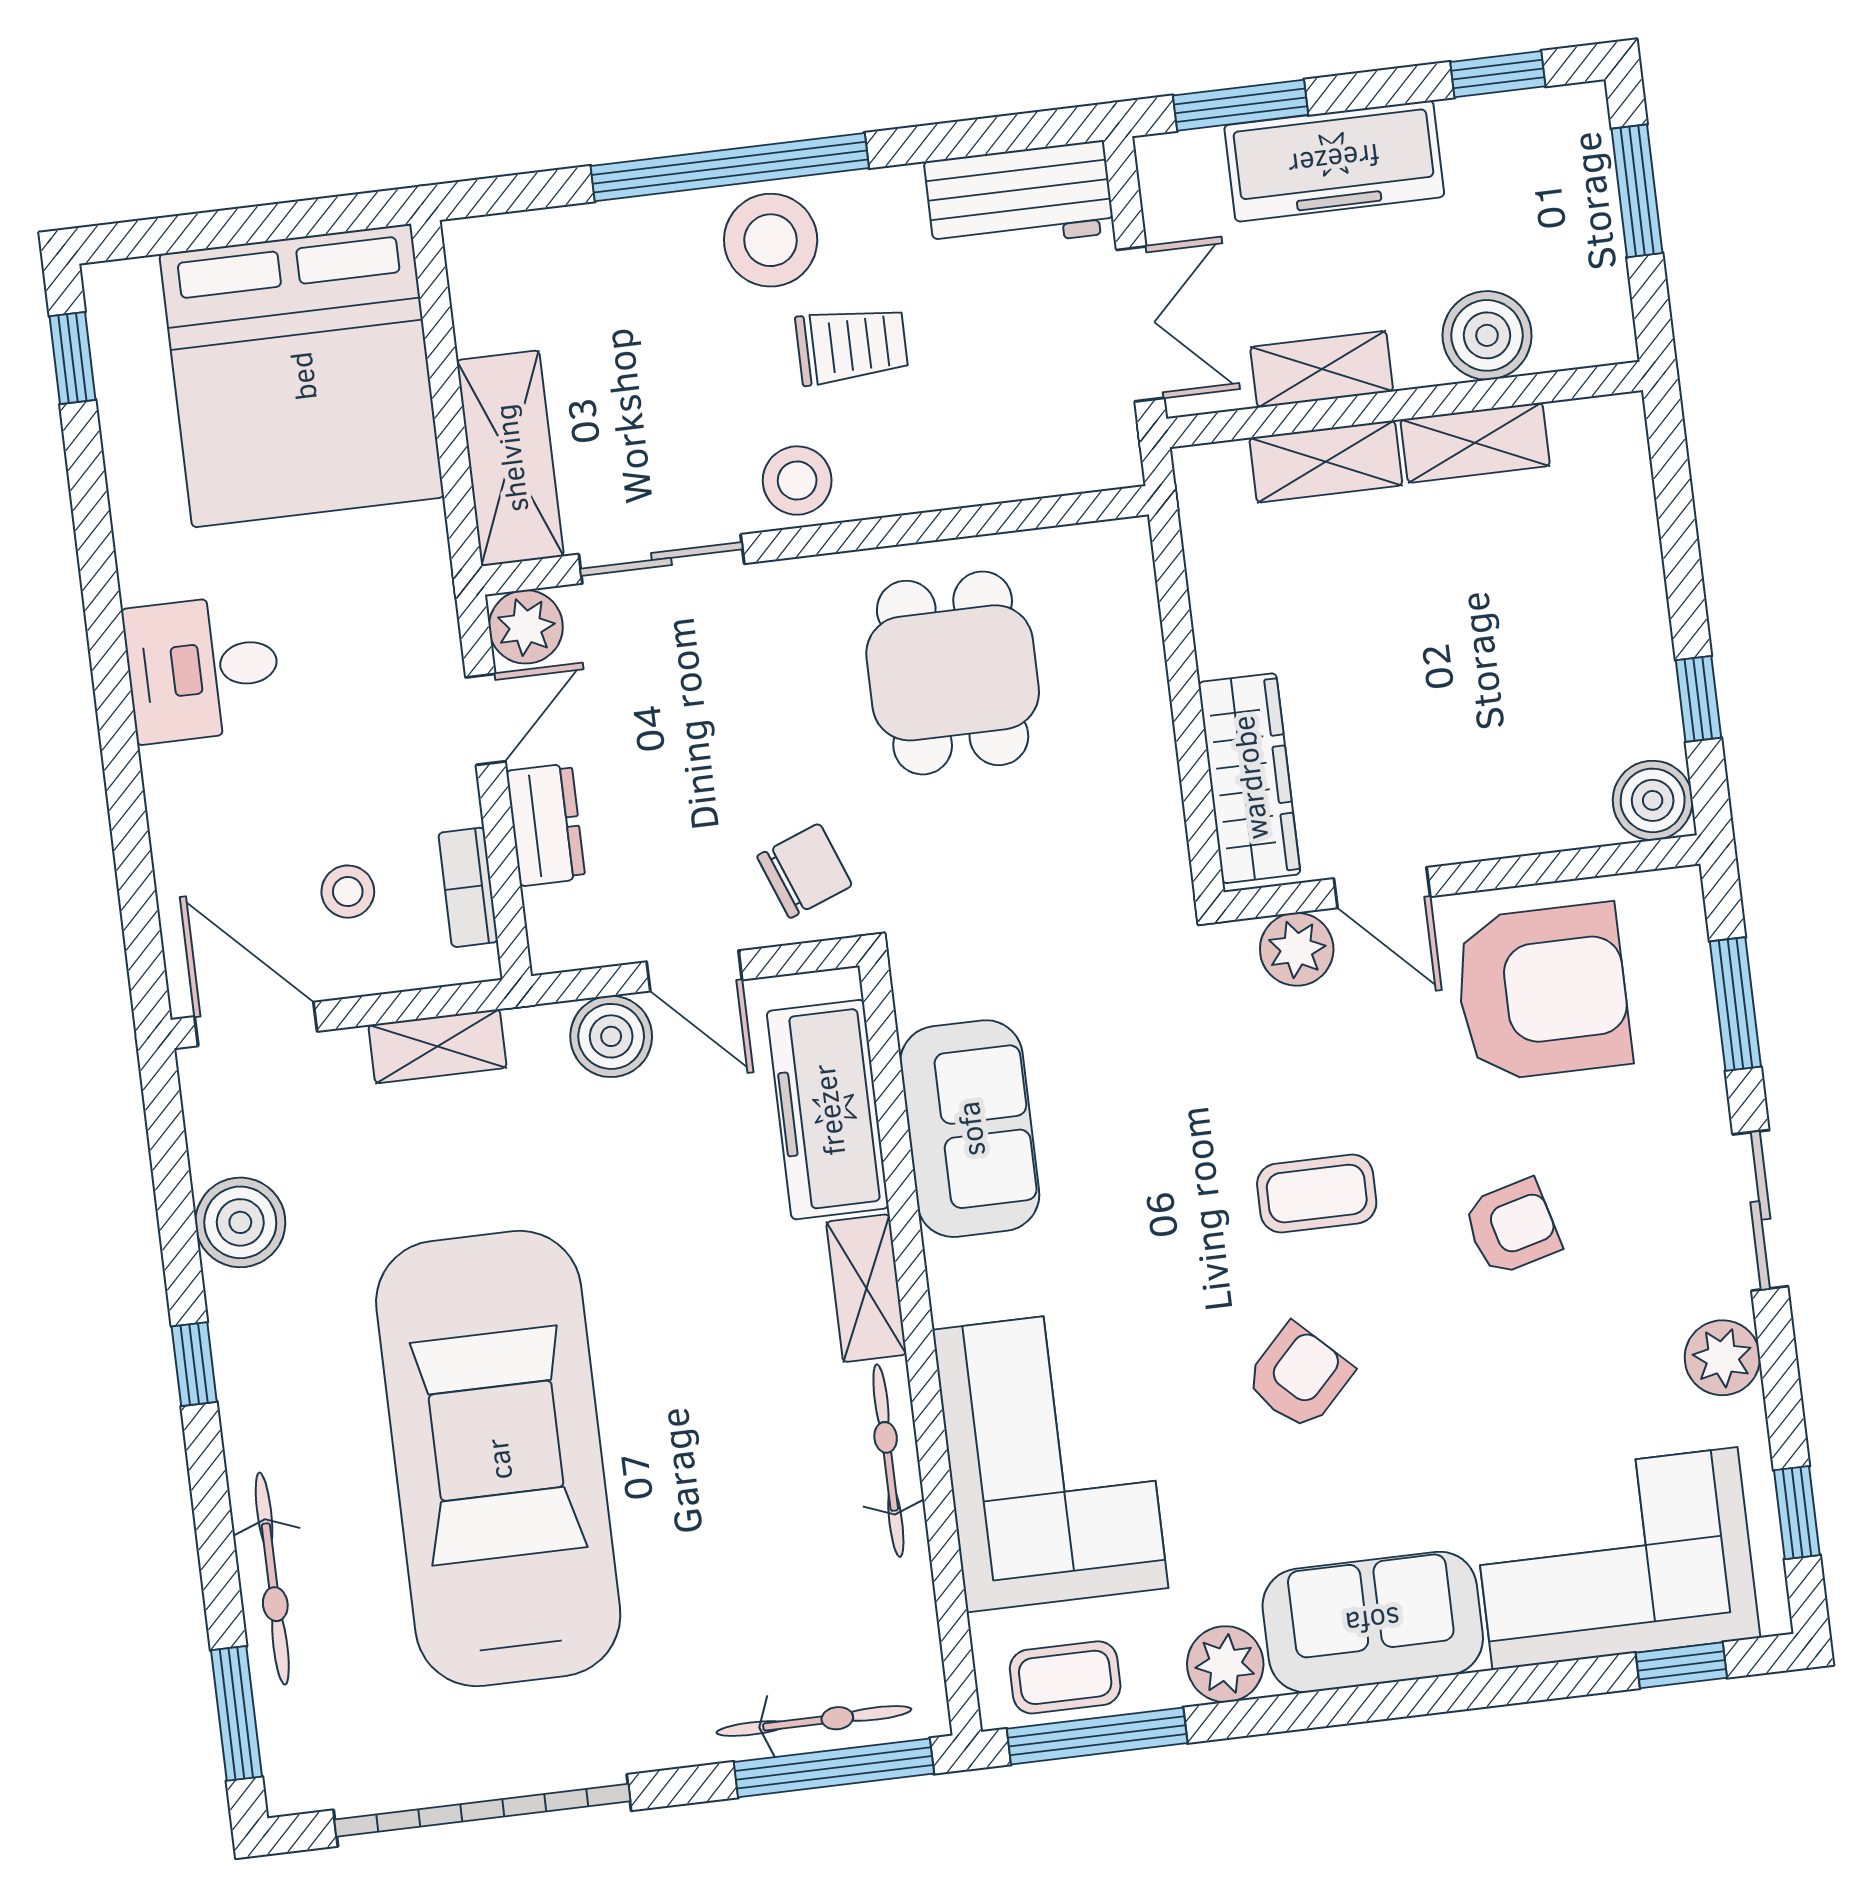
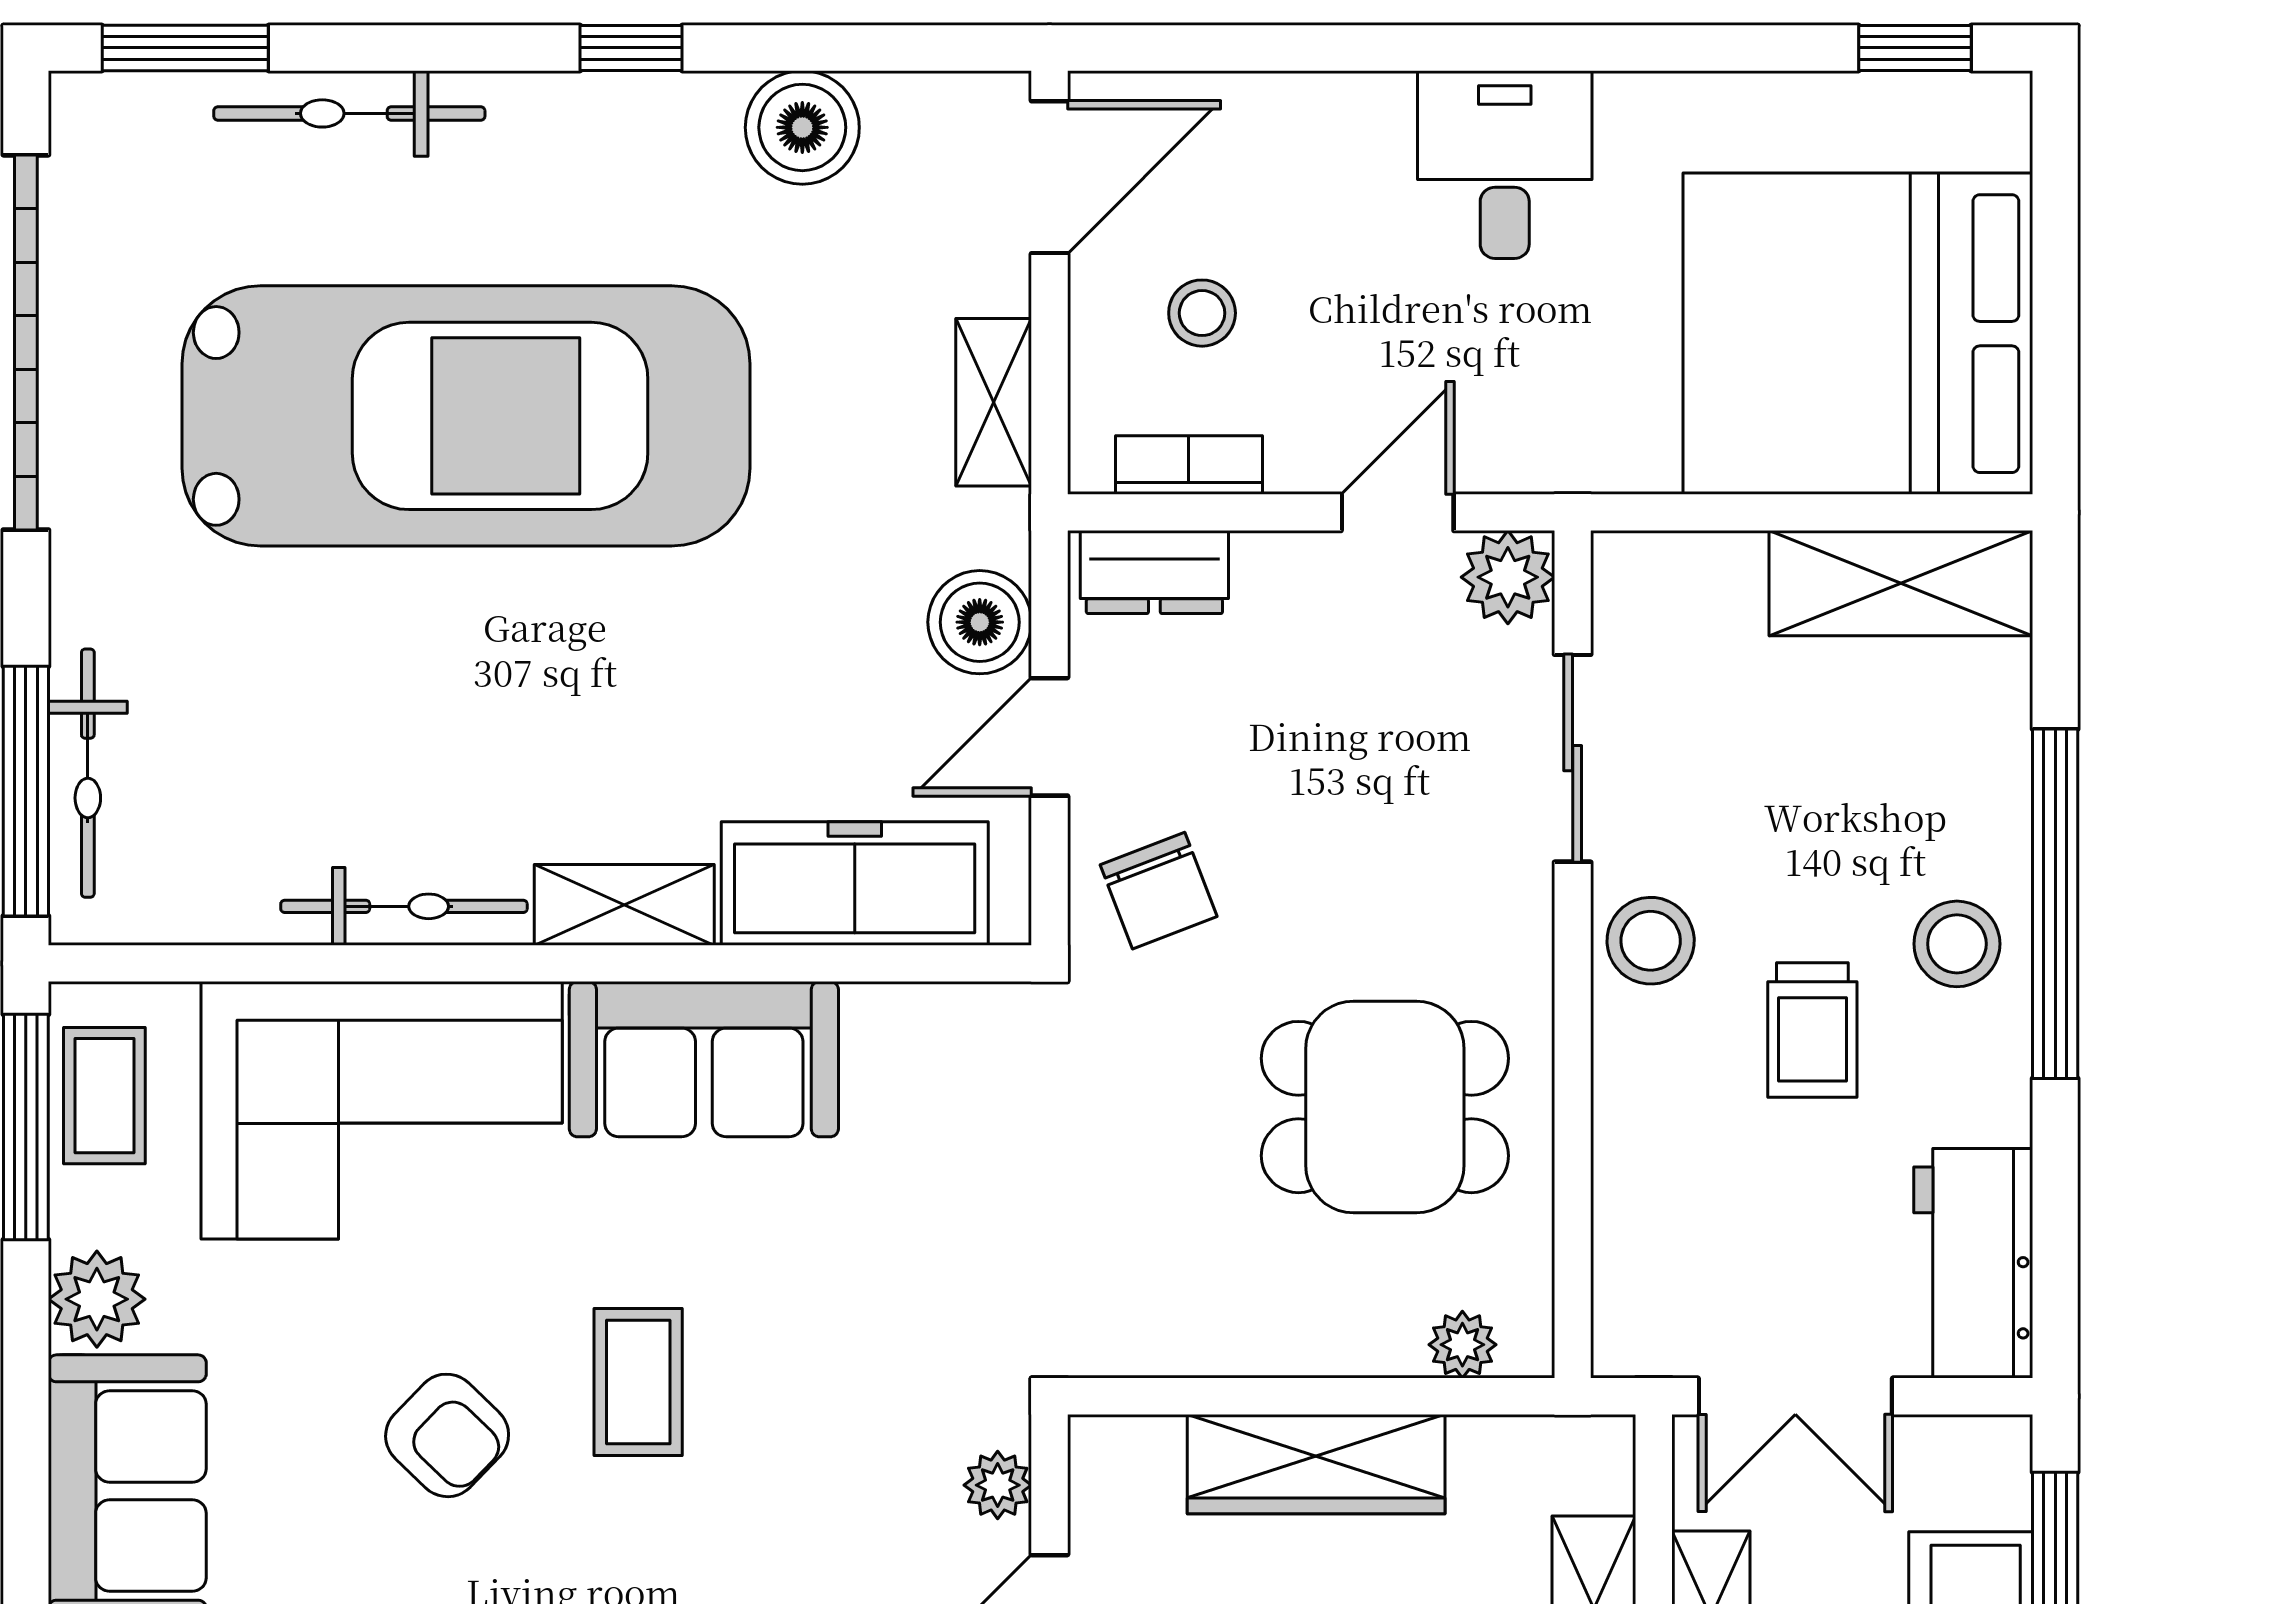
stool: (771, 240) -> (1957, 944), width x0.73, depth x0.73
shelving: (510, 458) -> (1901, 583), moved
plant: (1131, 590) -> (1462, 1345), added
door: (486, 719) -> (1398, 512), swing flipped
wardrobe: (1249, 778) -> (1316, 1464), moved
dresser: (546, 825) -> (1154, 572), moved
plant: (1297, 949) -> (998, 1485), width x0.73, depth x0.73
sofa: (970, 1129) -> (704, 1059), moved
coffee table: (1317, 1194) -> (638, 1382), moved

